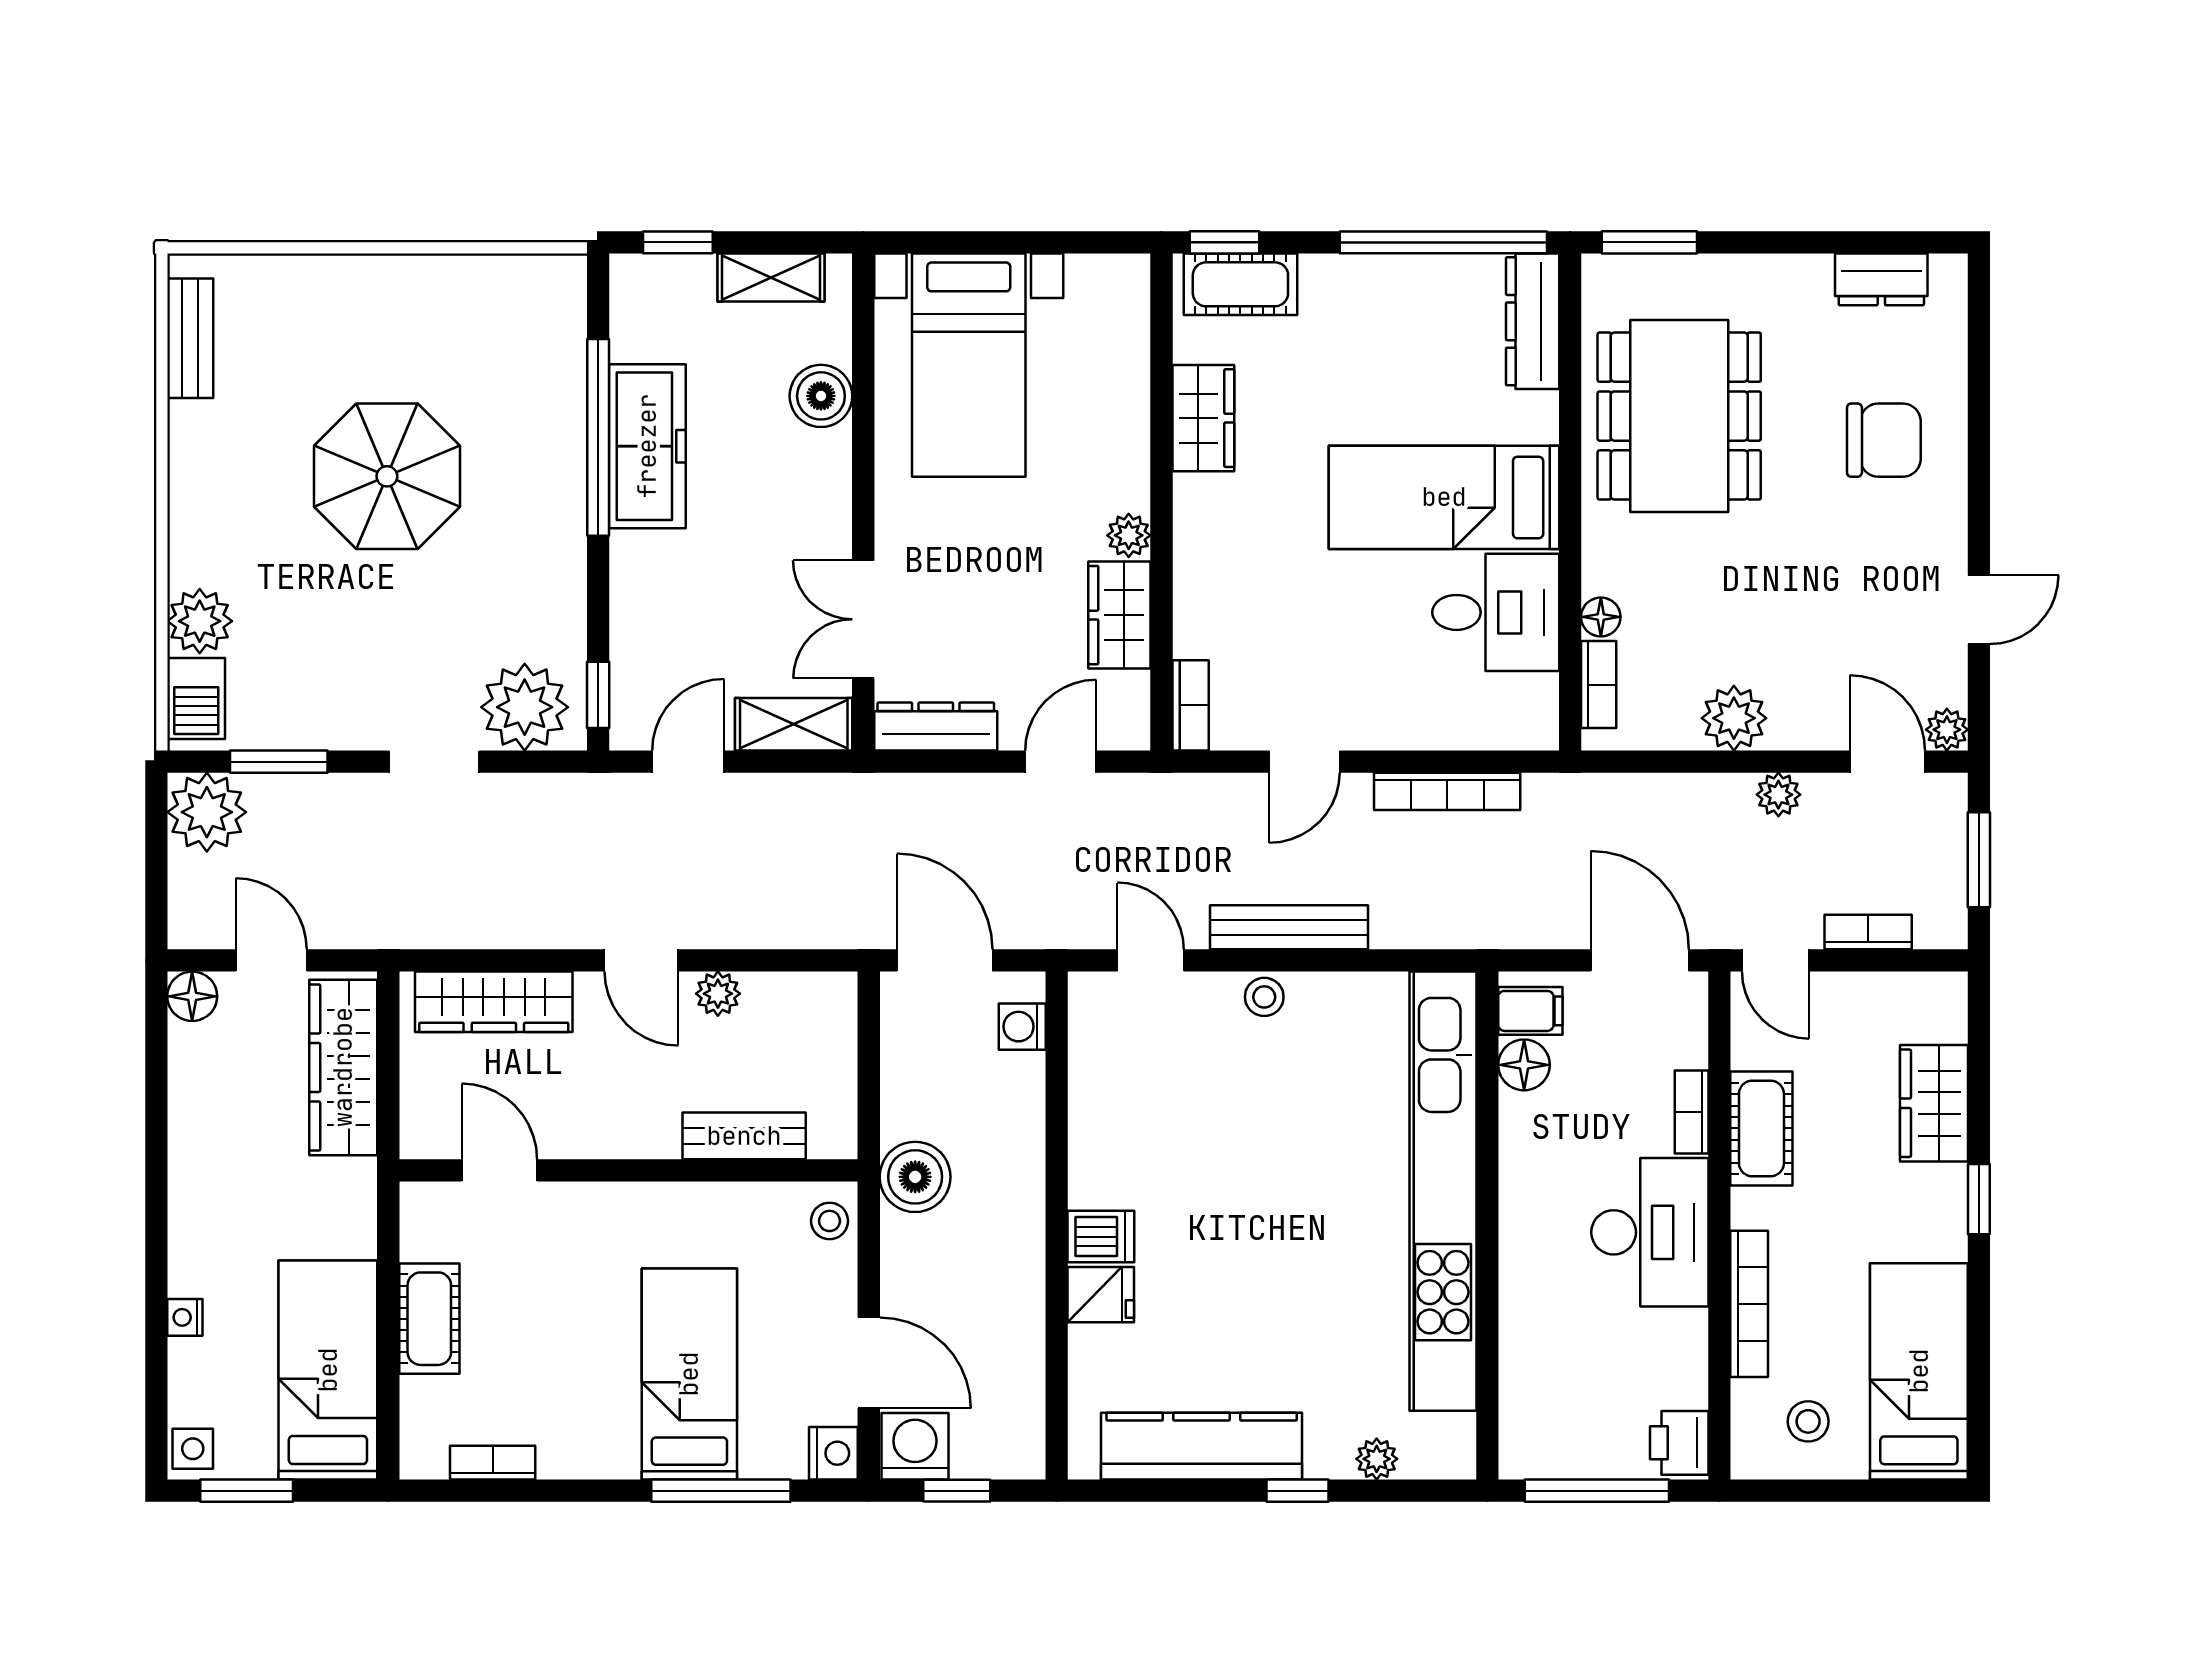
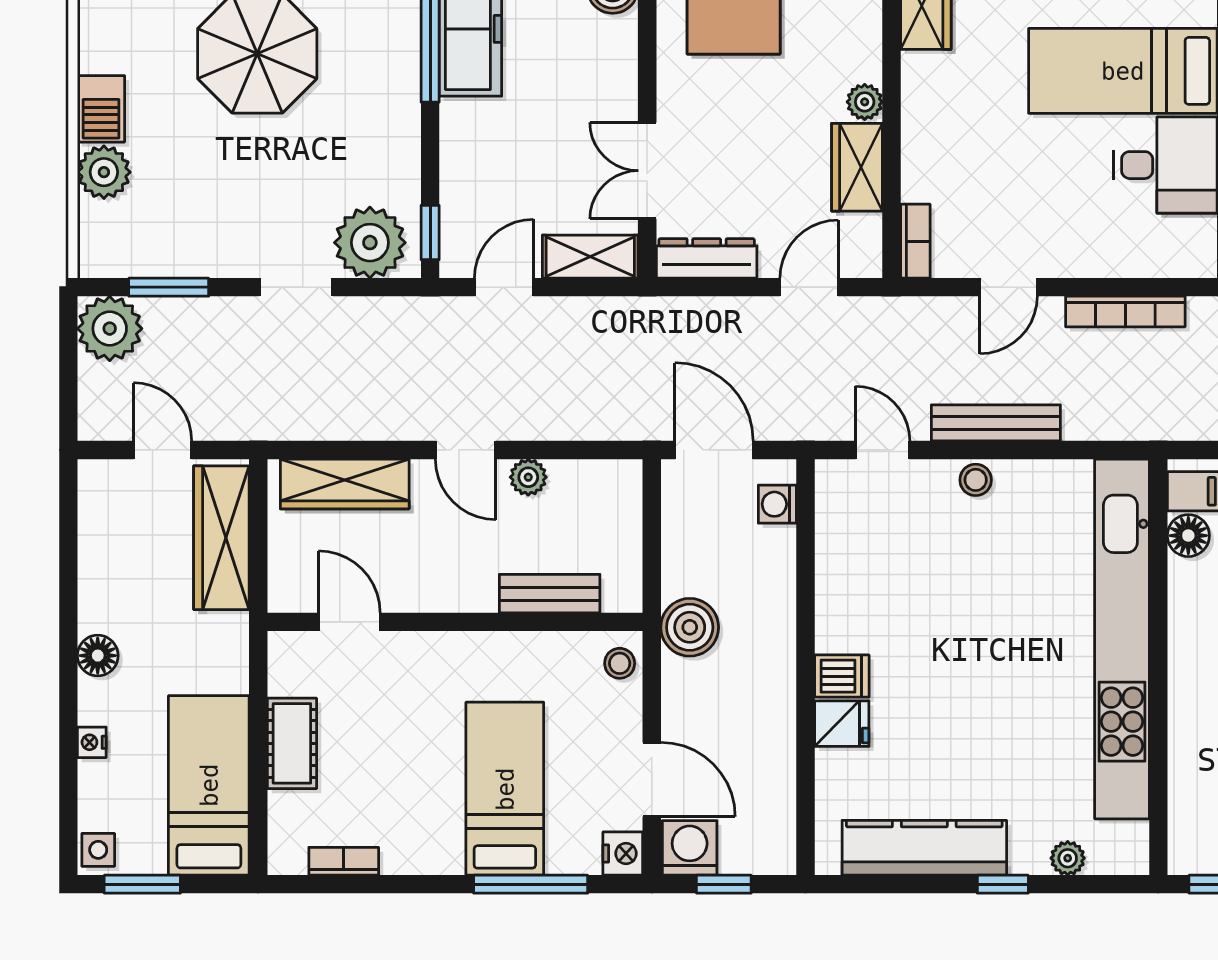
barbecue: (196, 698) -> (101, 109), moved
floor lamp: (192, 996) -> (98, 656), moved

